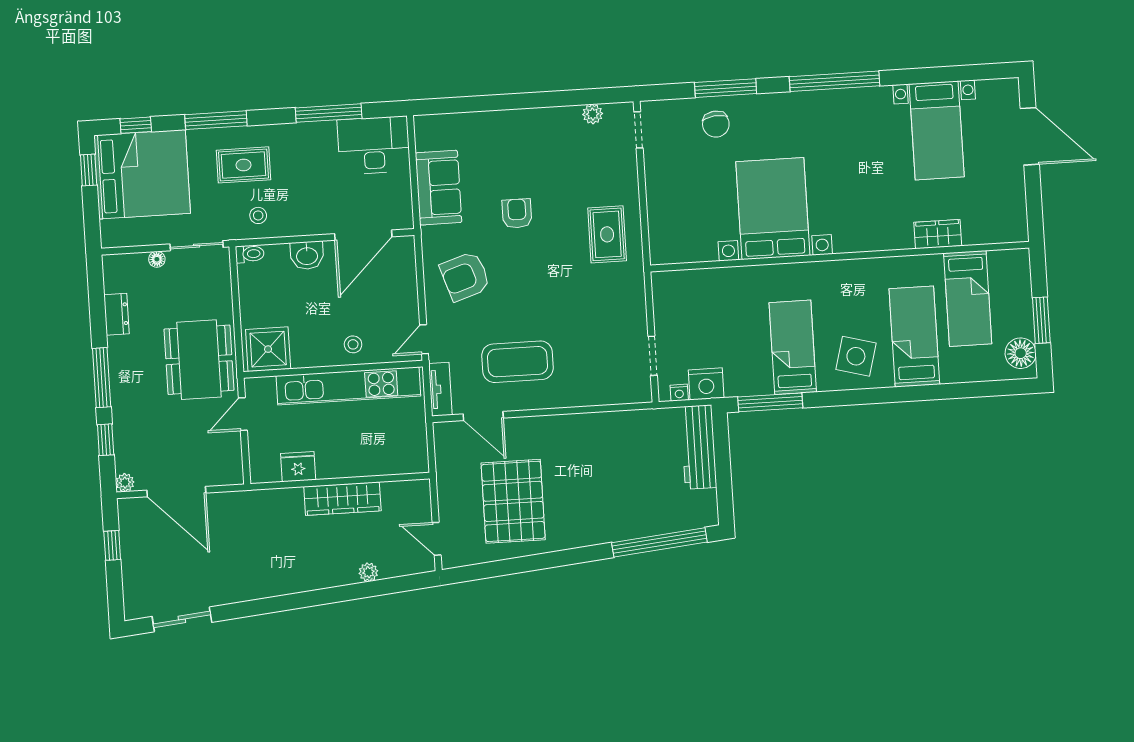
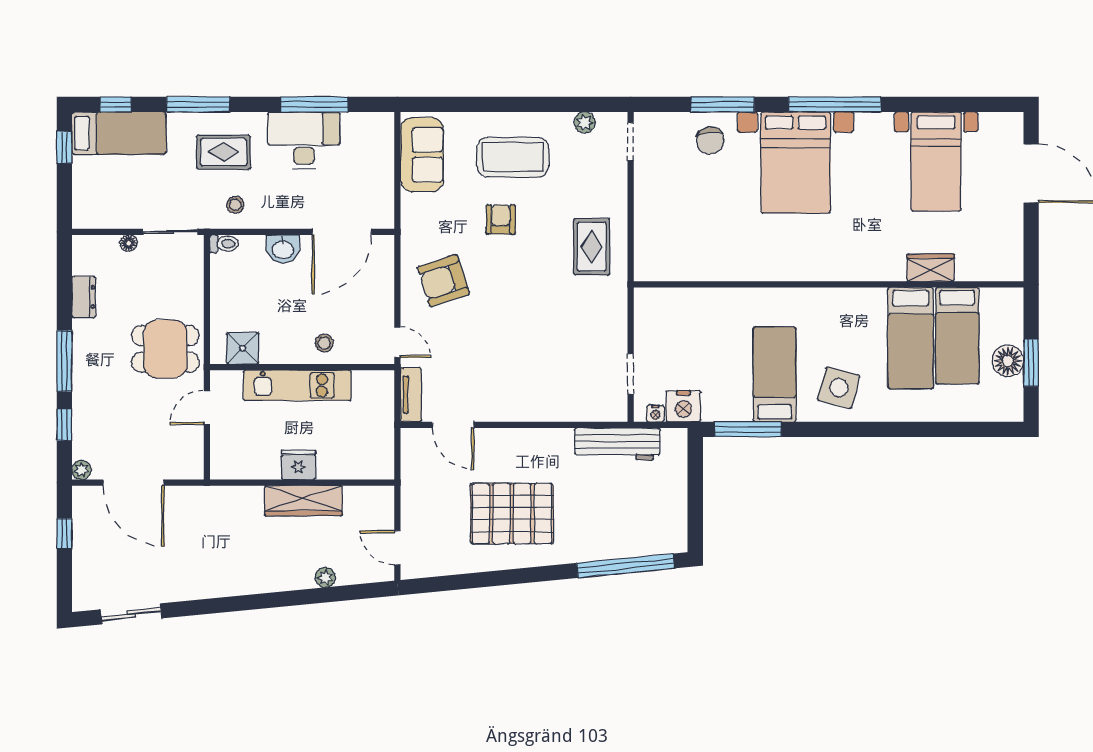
desk: (374, 145) -> (304, 140), moved
bed: (142, 174) -> (119, 133), width x0.49
sofa: (439, 188) -> (422, 155), moved
bed with nightstands: (773, 209) -> (796, 162), moved, turned 180
bed: (914, 337) -> (911, 338), moved, turned 180
door: (424, 339) -> (397, 342), swing flipped
shower: (268, 349) -> (243, 348), width x0.73, depth x0.73
floor lamp: (1021, 353) -> (1008, 361), moved
dining table: (199, 360) -> (165, 349), width x0.73
coffee table: (518, 362) -> (513, 157), moved
kitchen unit: (348, 386) -> (297, 385), width x0.73
workbench: (699, 447) -> (617, 444), moved, turned -90
fridge: (298, 467) -> (299, 465), moved
pallet: (513, 501) -> (512, 514), moved, turned 90

